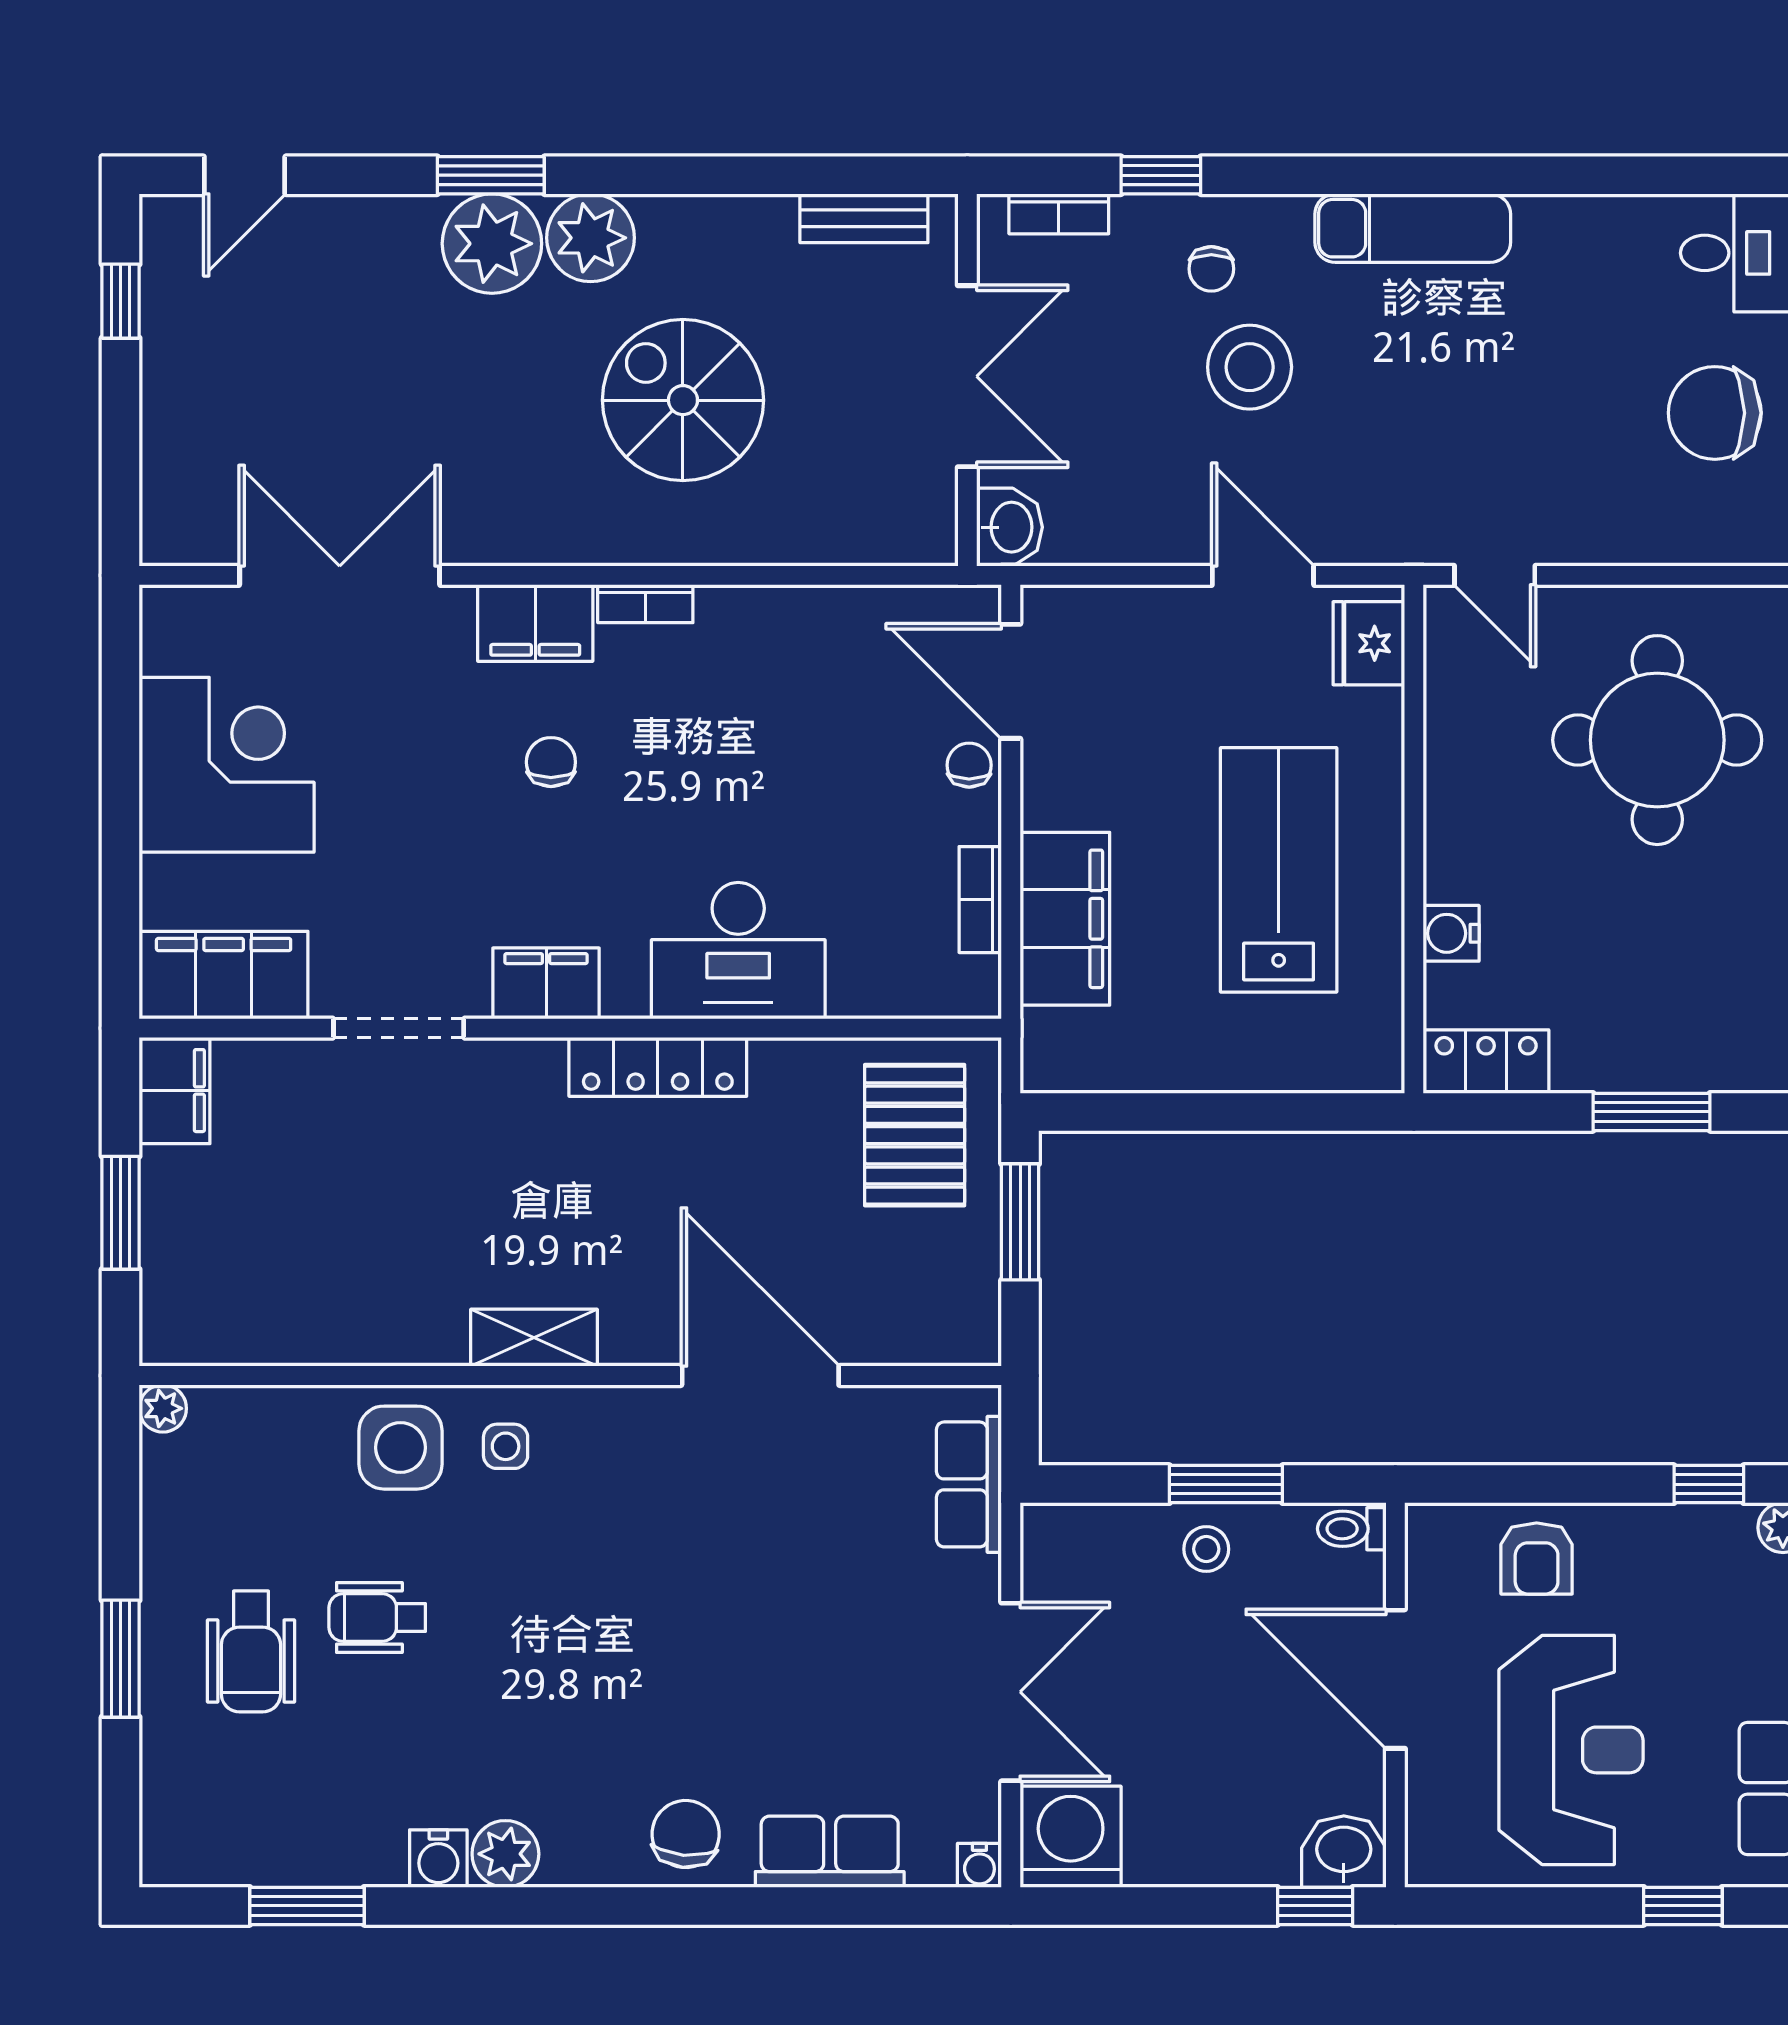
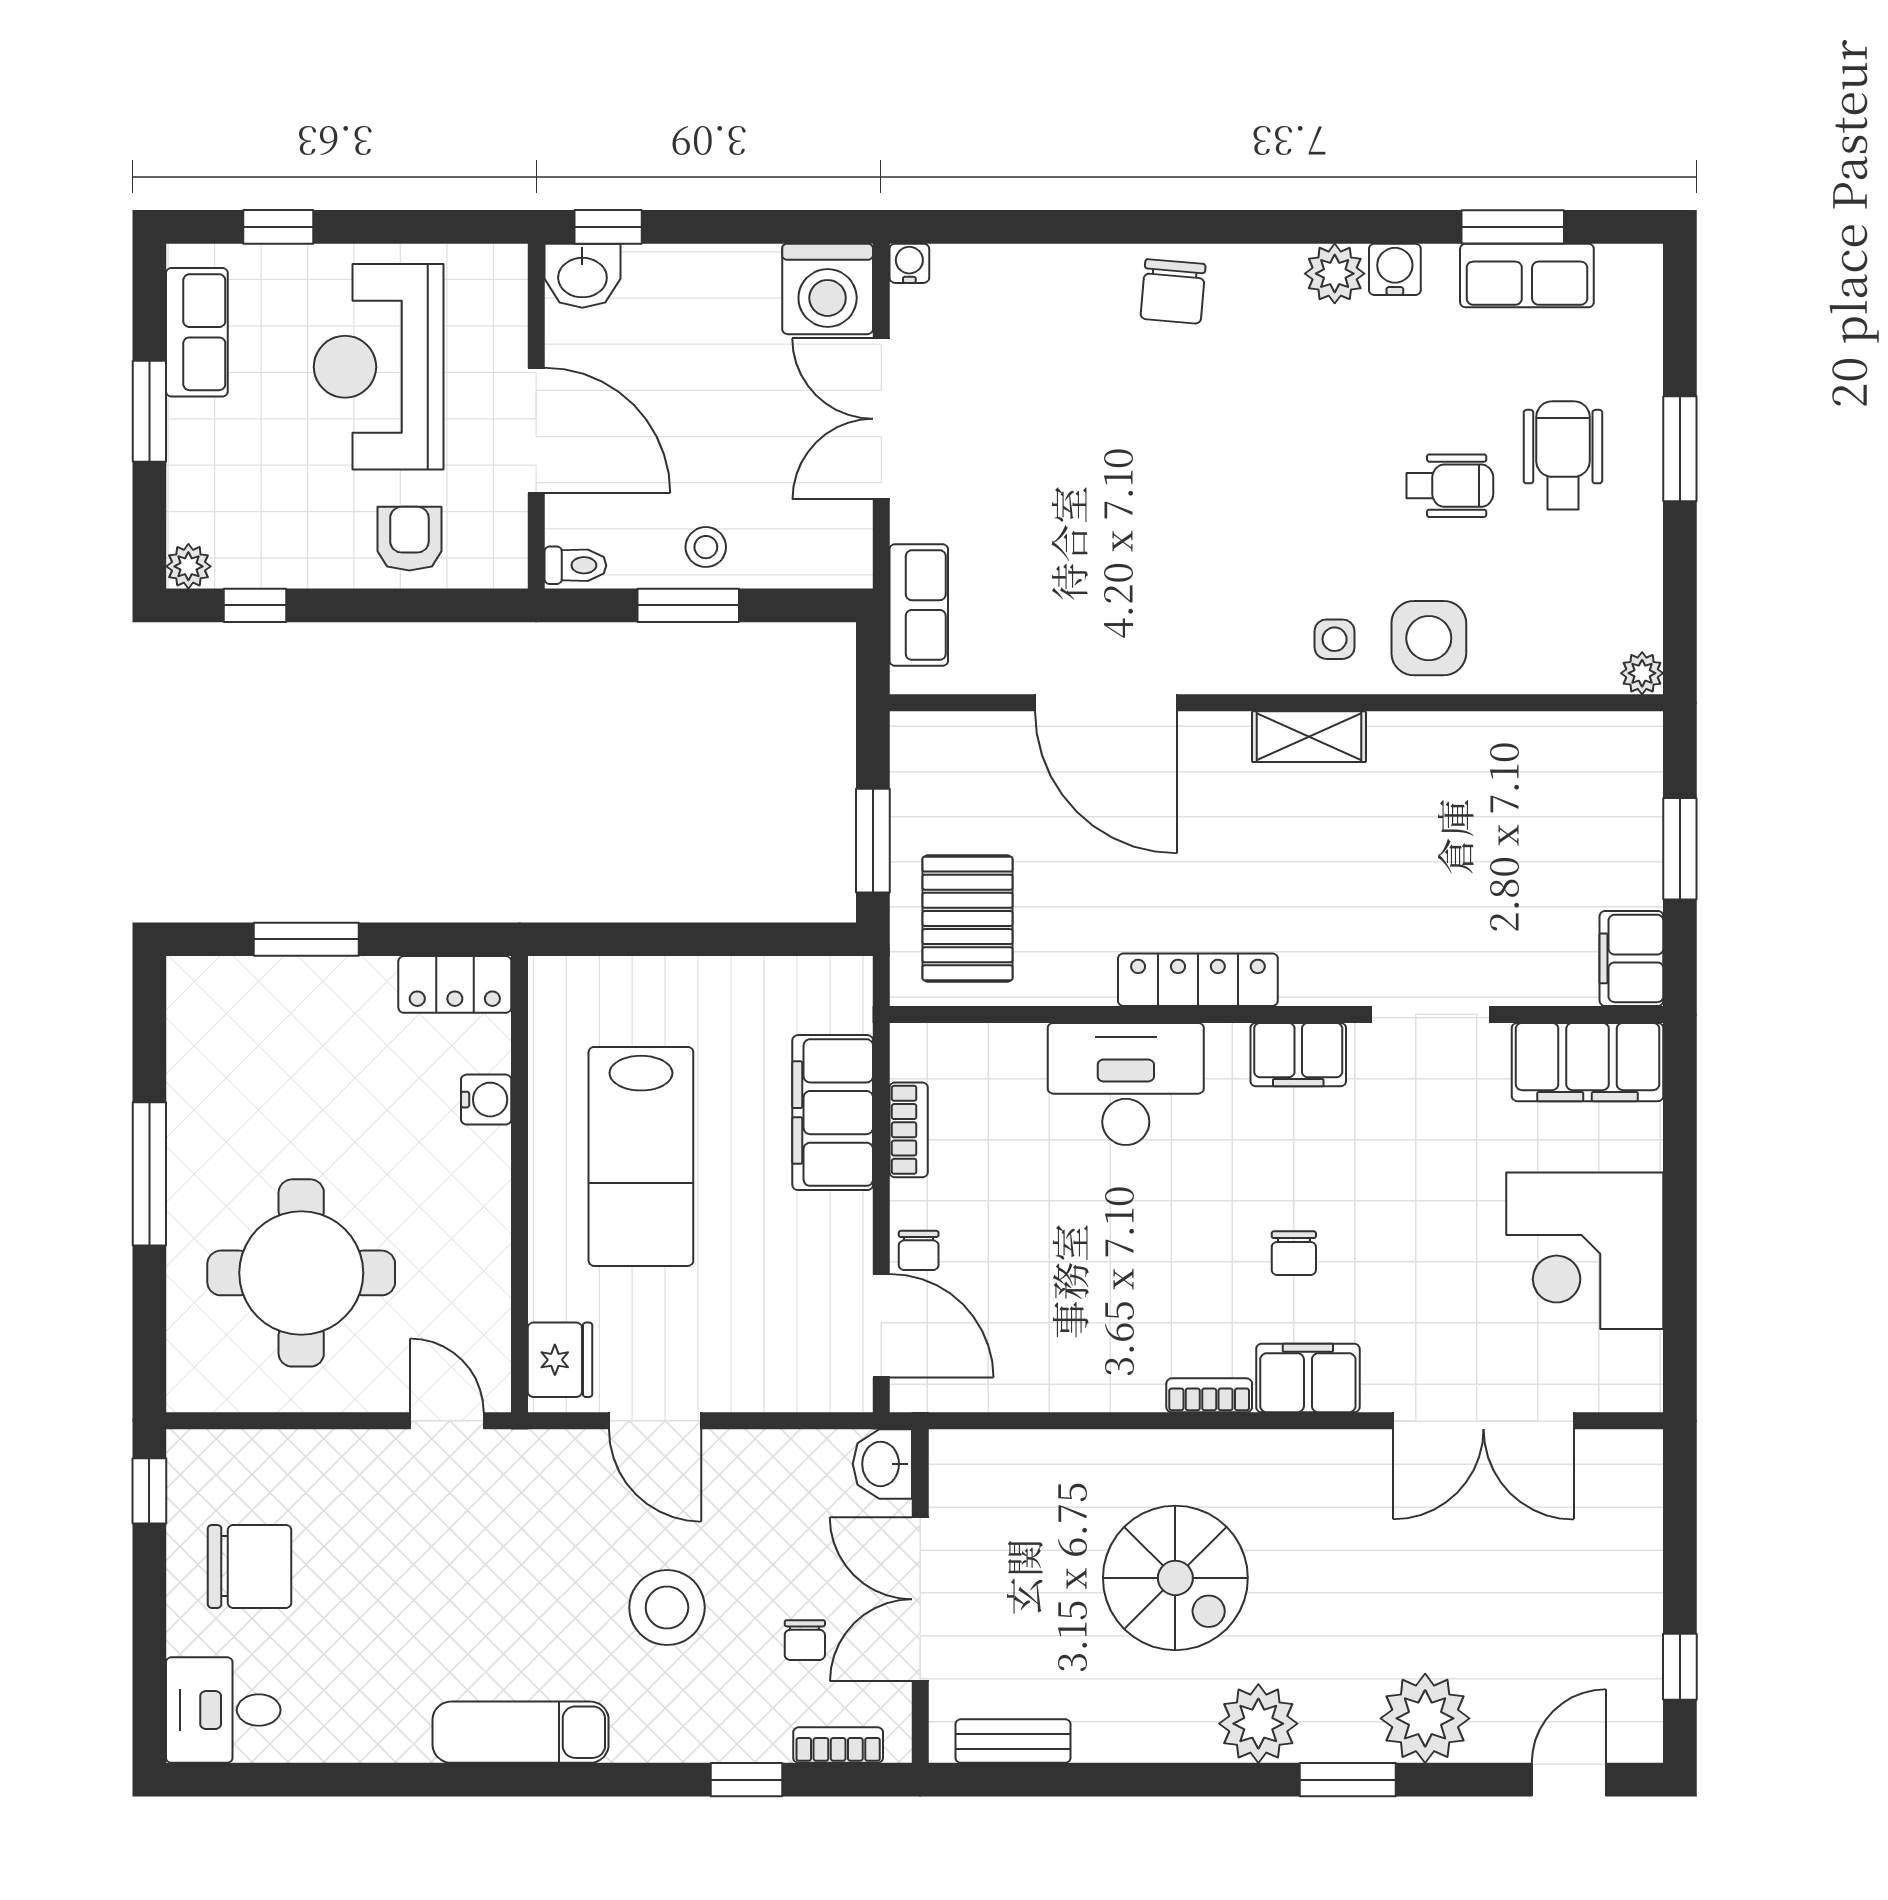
plant: (492, 244) -> (1425, 1718), moved
chair: (1211, 269) -> (805, 1640), moved, turned 180
row of seats: (830, 1852) -> (1527, 276), moved

